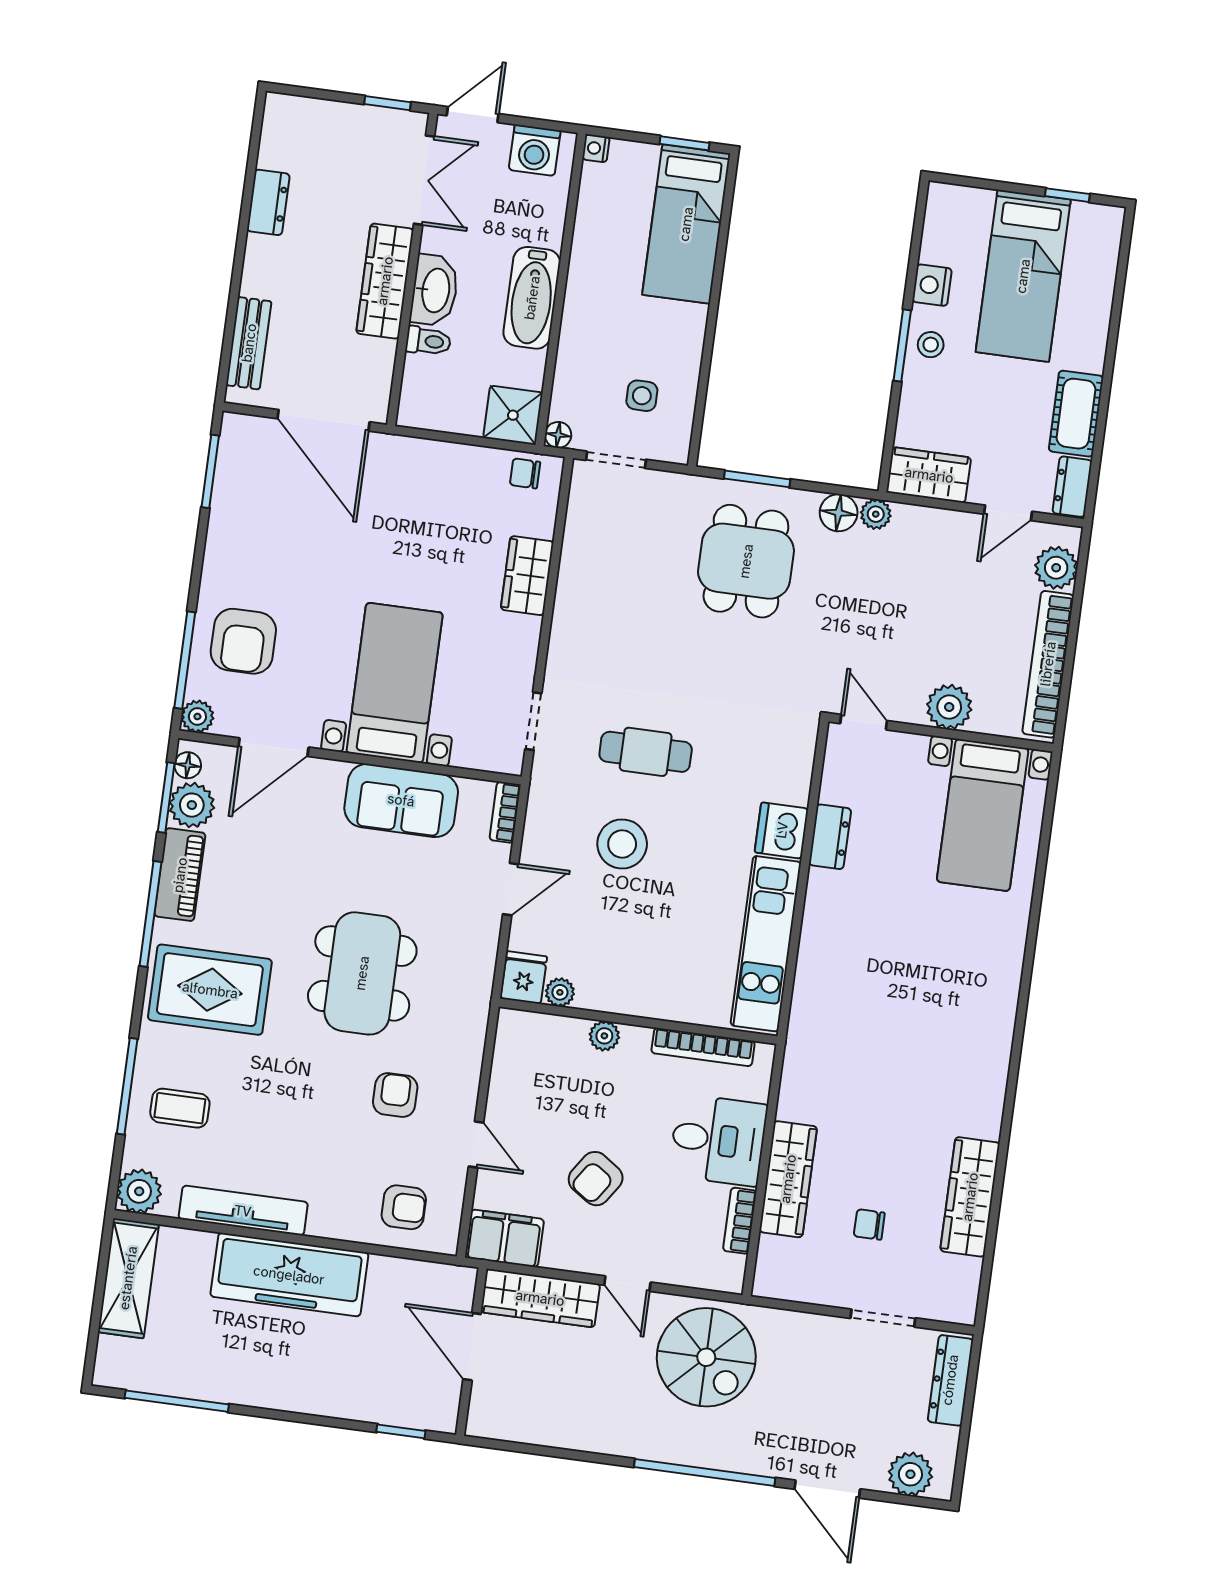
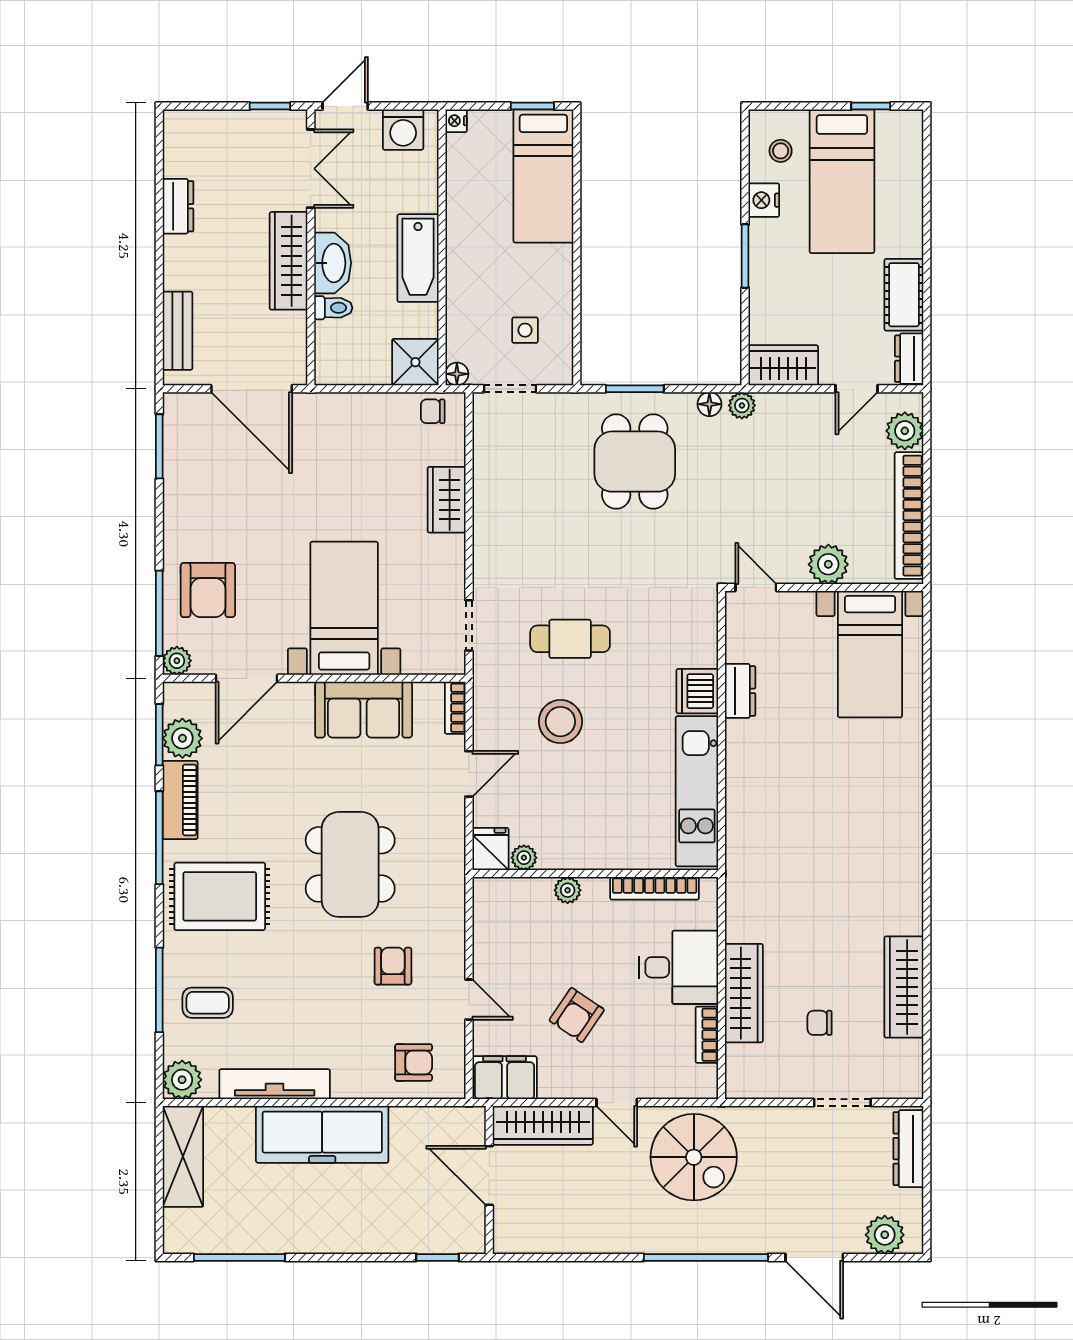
stool: (931, 345) -> (781, 151), moved
floor lamp: (839, 513) -> (709, 404), width x0.73, depth x0.73
floor lamp: (188, 765) -> (174, 704), removed

